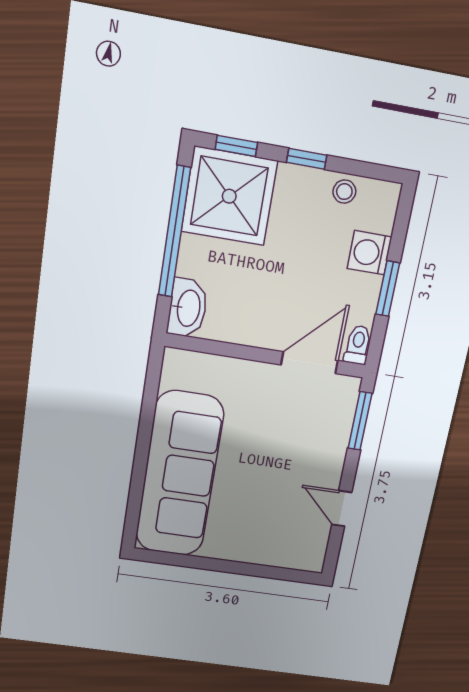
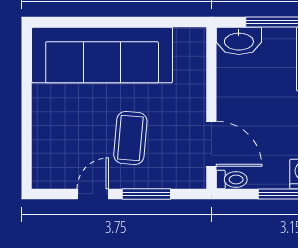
window: (360, 421) -> (146, 194), moved
coffee table: (284, 457) -> (130, 138), added

